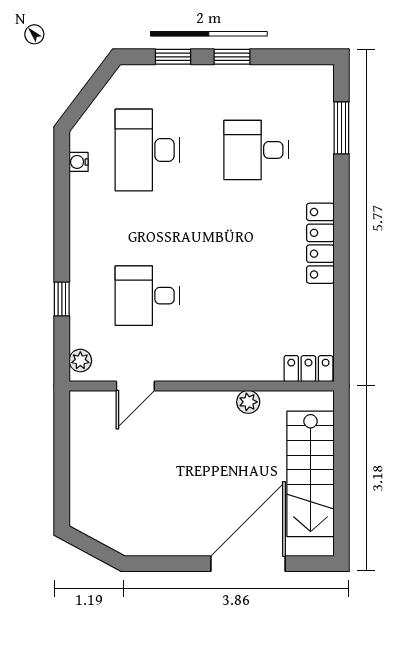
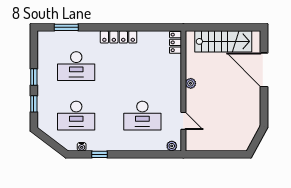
desk: (256, 150) -> (76, 66), width x1.37
desk: (147, 296) -> (142, 116), width x1.37
window: (62, 299) -> (100, 154), moved
plant: (248, 402) -> (191, 83), moved

